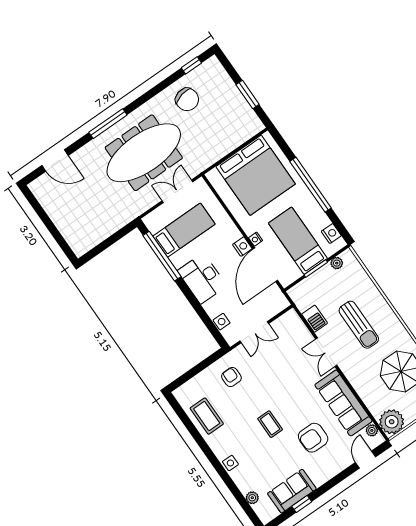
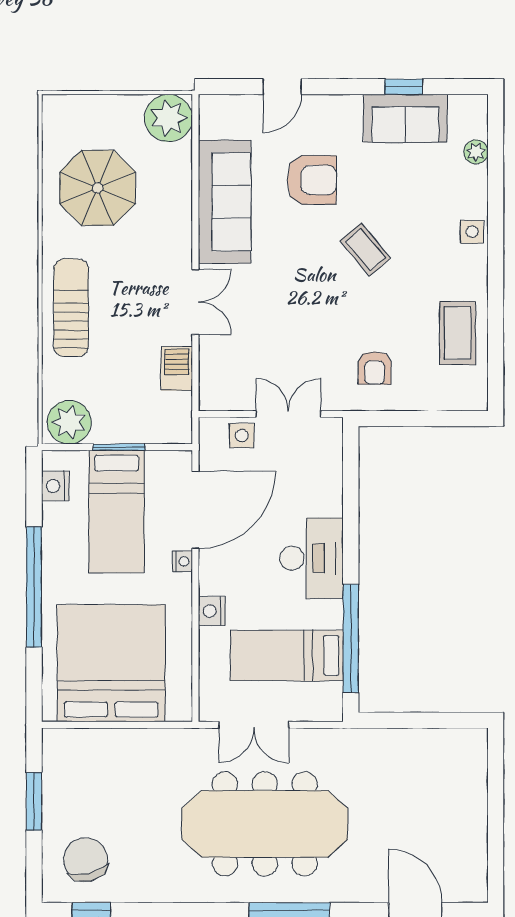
chair: (187, 99) -> (86, 860), moved
nightstand: (242, 247) -> (212, 611), moved
plant: (337, 263) -> (69, 422), width x1.88, depth x1.88
side table: (222, 322) -> (242, 436), moved
sun lounger: (359, 325) -> (71, 308), moved
coffee table: (270, 424) -> (365, 250), turned -40
plant: (372, 430) -> (210, 126), removed
door: (366, 460) -> (282, 87), moved

